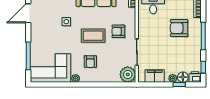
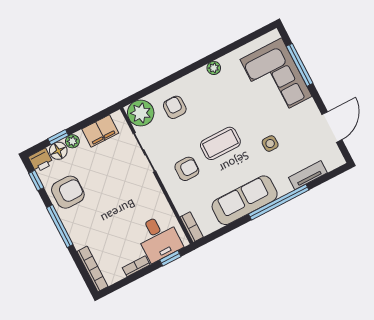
armchair: (179, 28) -> (68, 192), moved
armchair: (90, 62) -> (175, 107), moved
corner sofa: (50, 68) -> (276, 78), moved, turned 90

